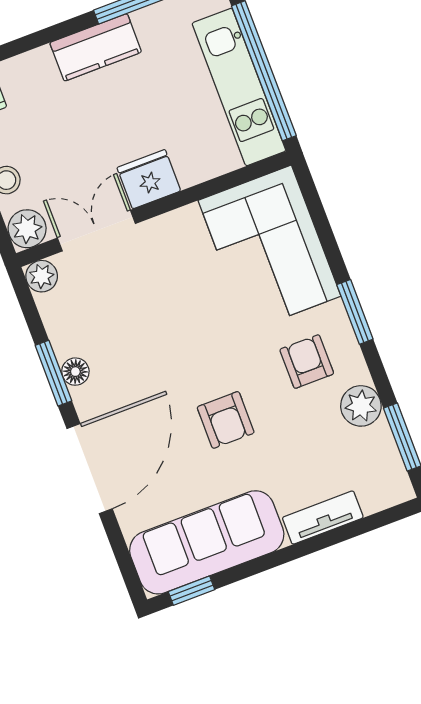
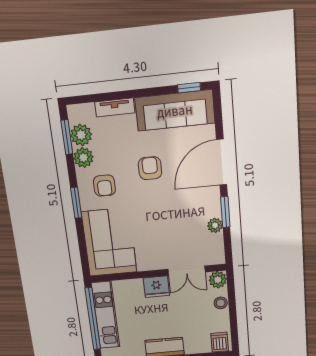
plant: (42, 276) -> (215, 225), moved
floor lamp: (75, 372) -> (215, 210), removed
plant: (375, 448) -> (81, 135), added

